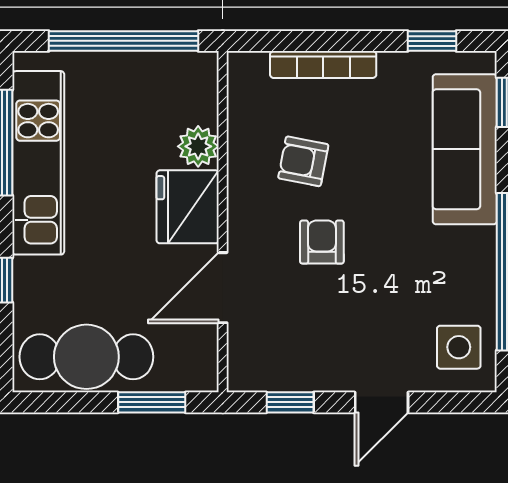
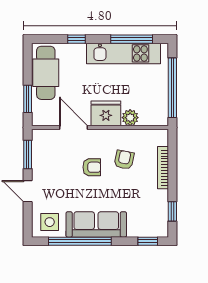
sofa: (465, 149) -> (96, 224), moved
window: (290, 402) -> (28, 154), width x1.50

